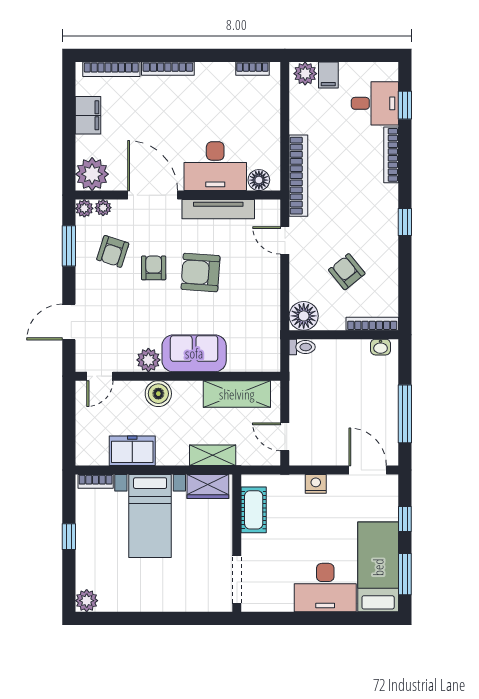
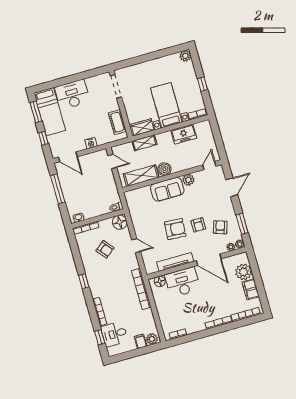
plant: (92, 174) -> (244, 272), moved
door: (285, 240) -> (136, 246), moved
boiler: (158, 394) -> (164, 169), moved

